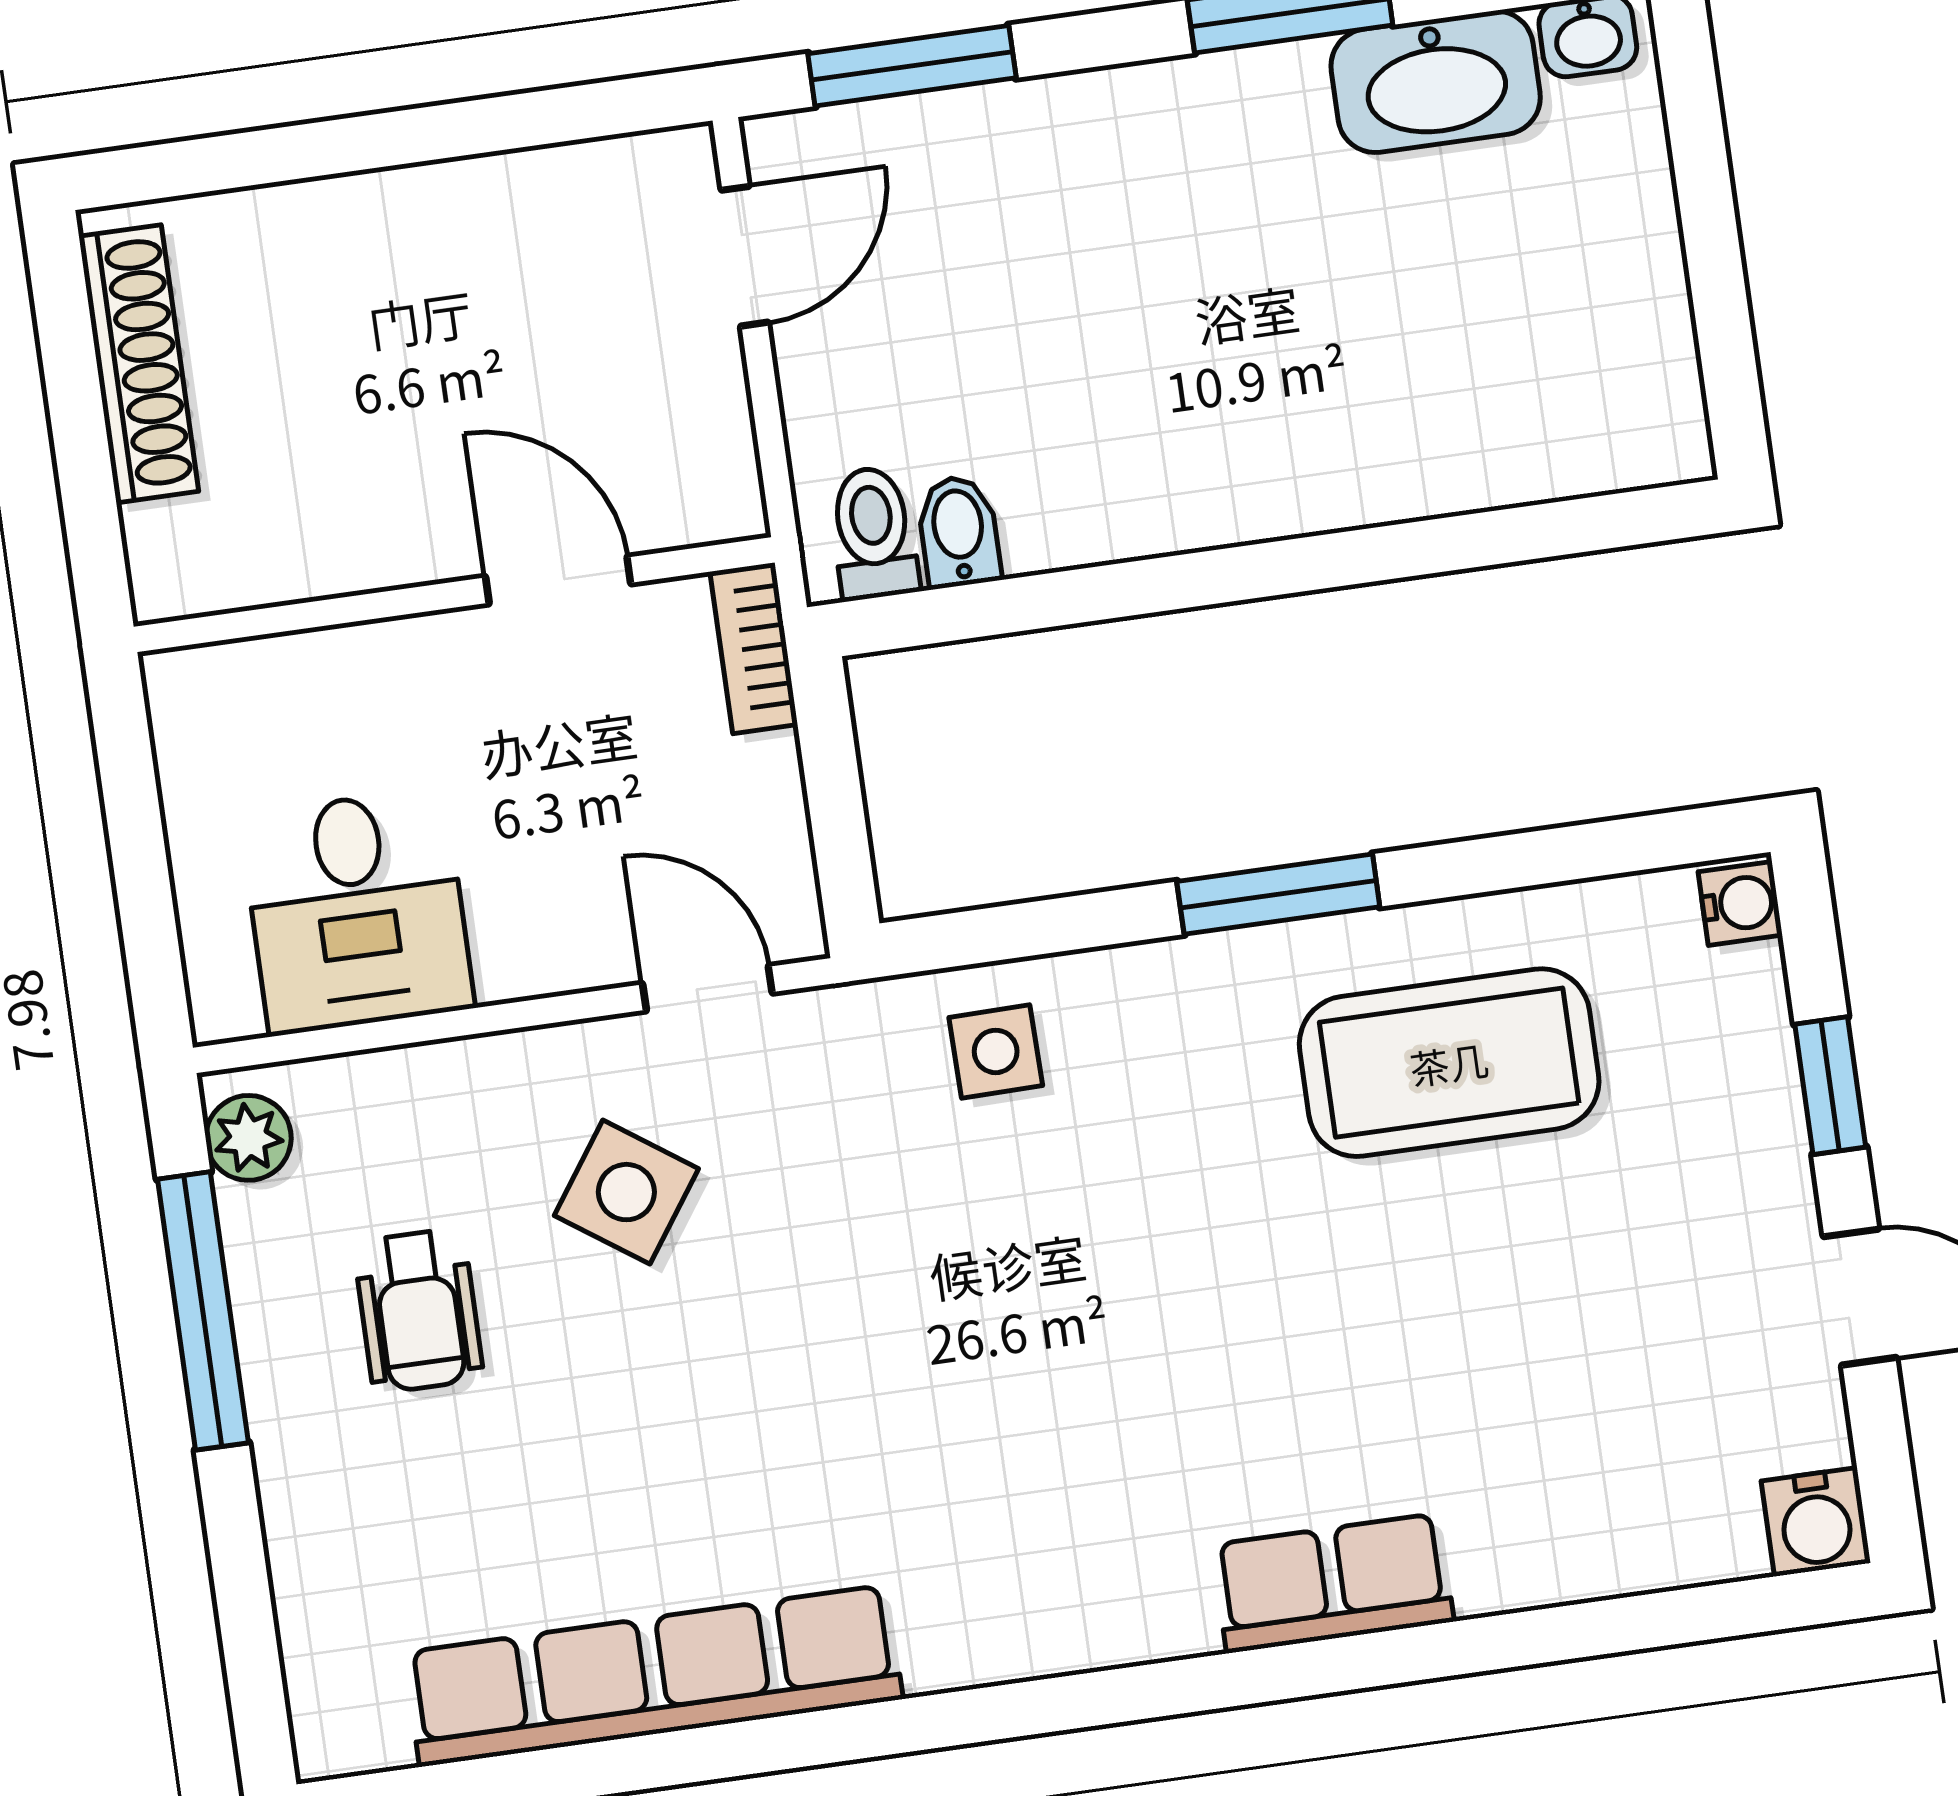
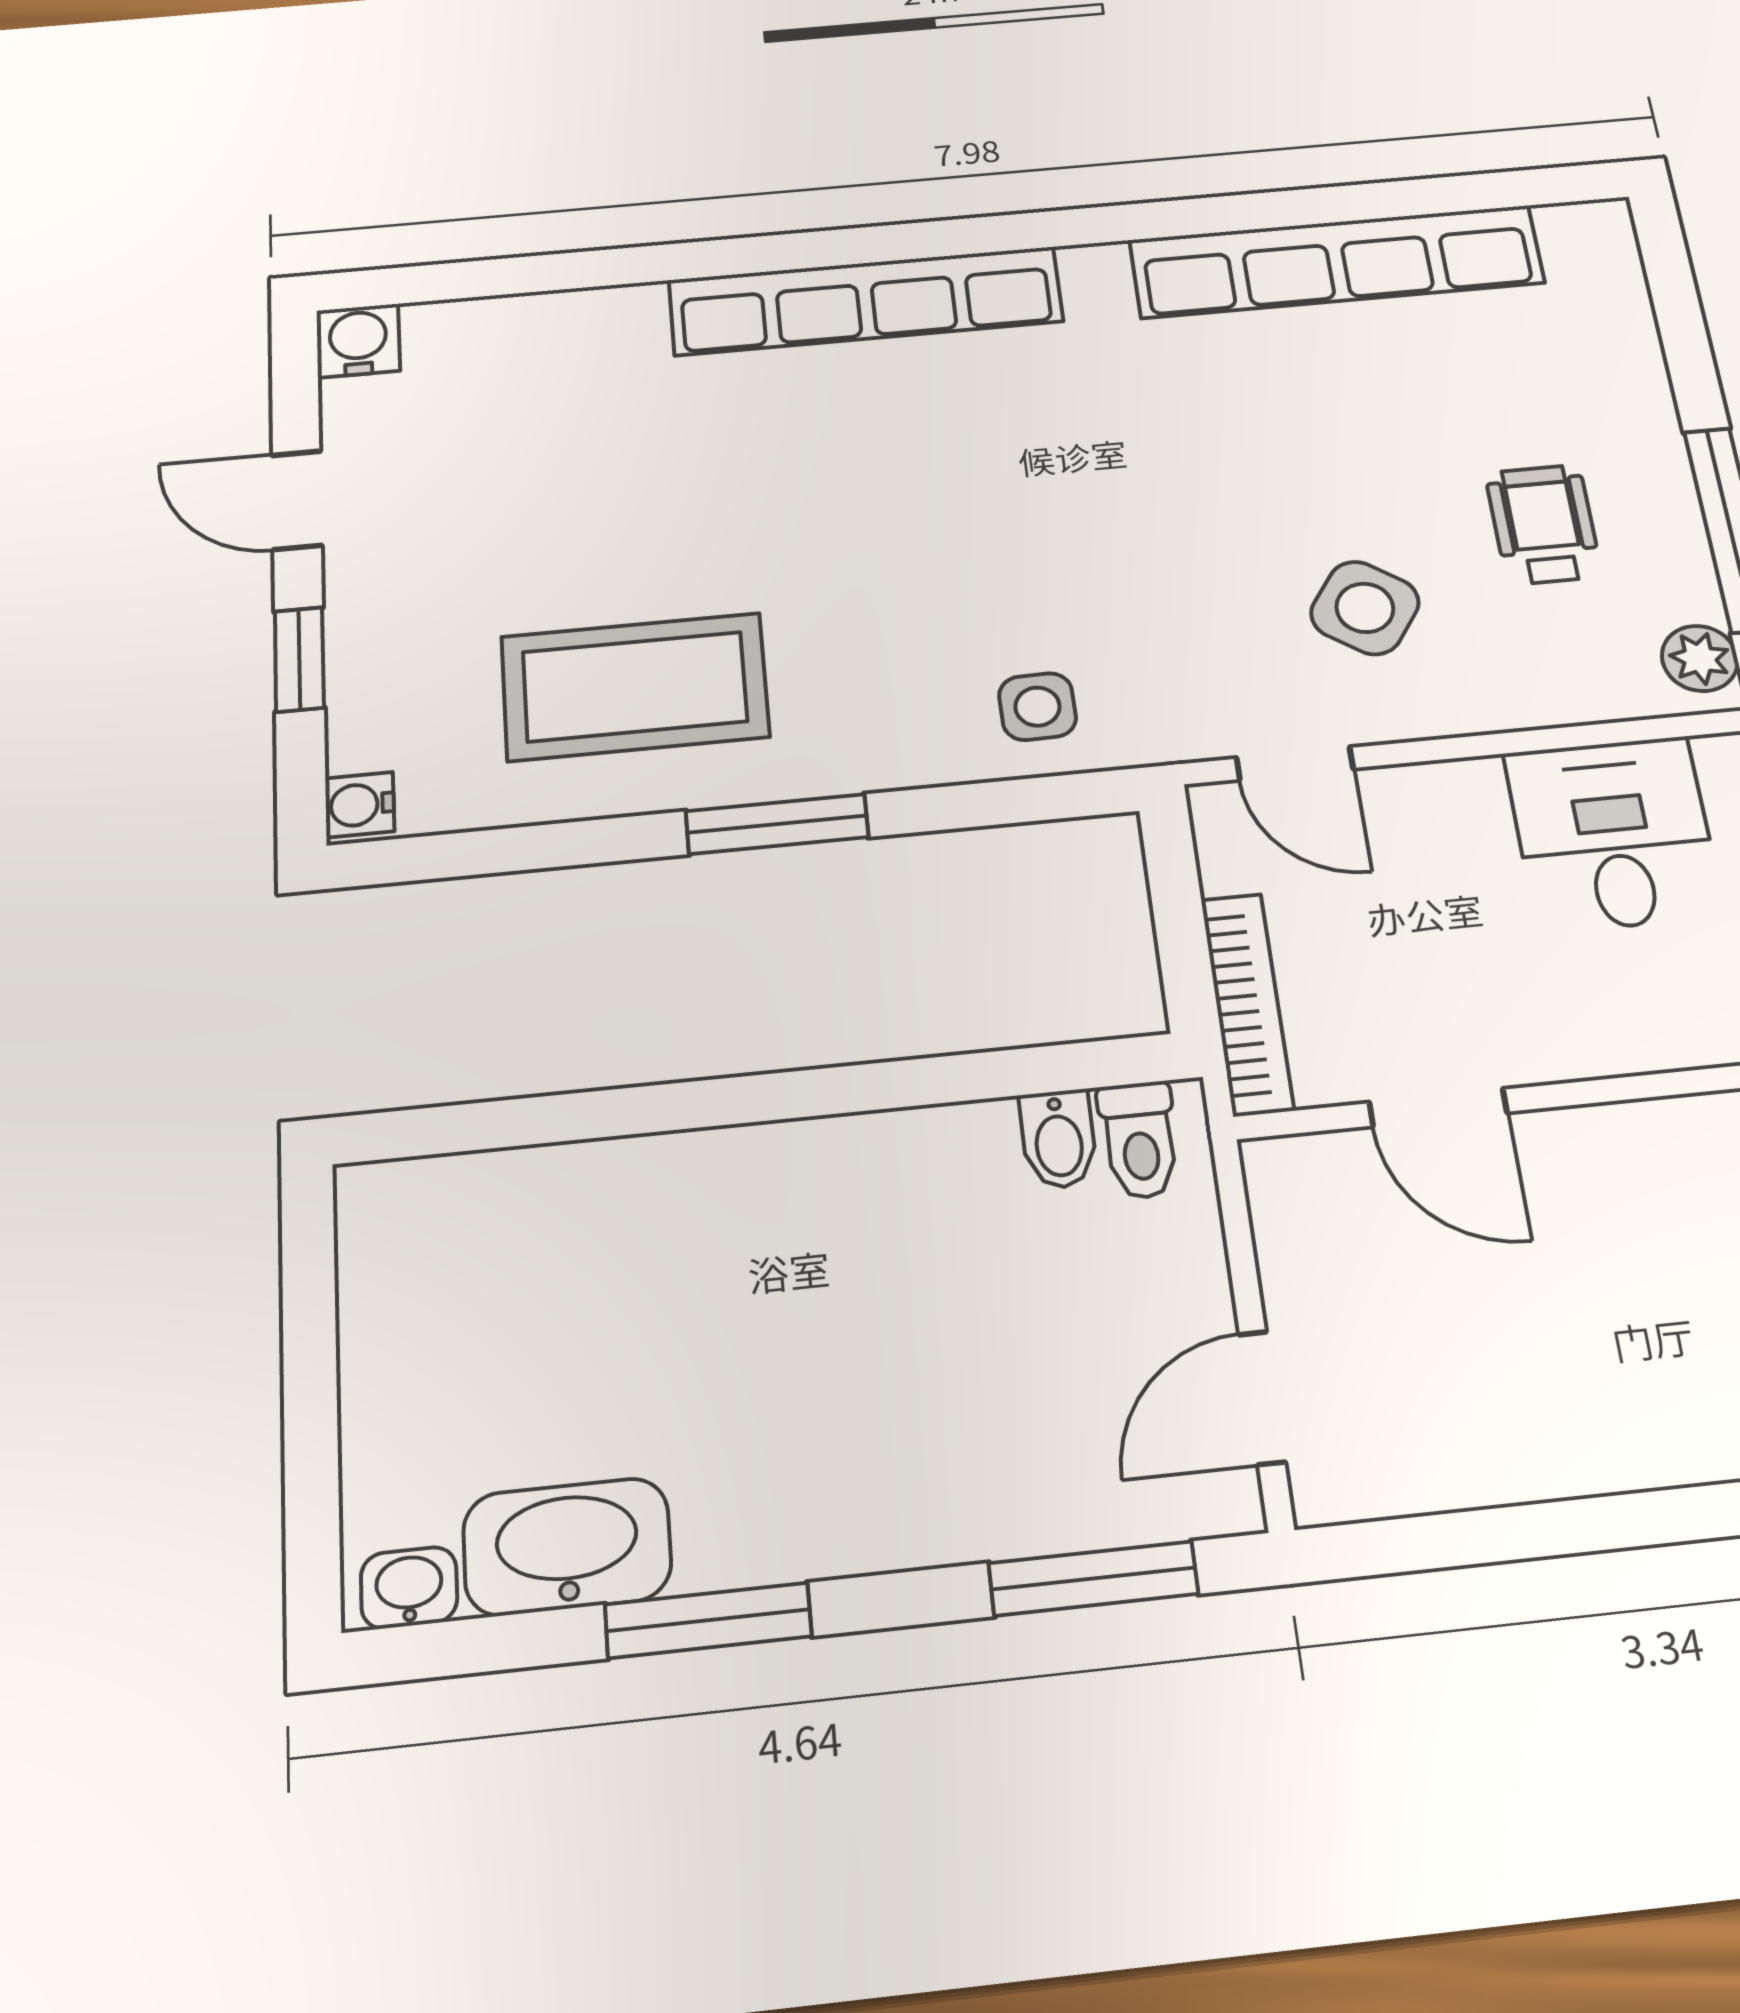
bookcase: (754, 648) -> (1247, 1004), width x1.56
row of seats: (1333, 1583) -> (866, 301), width x2.02

